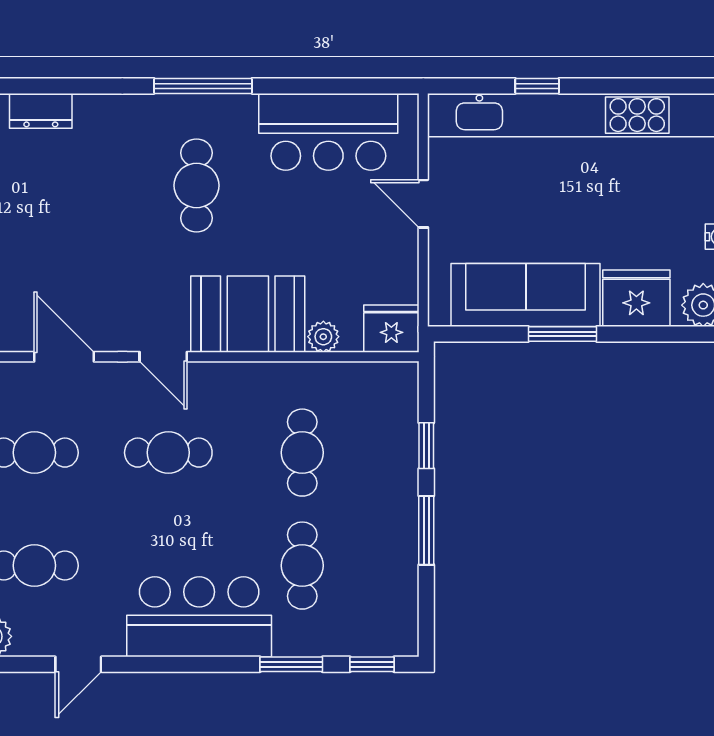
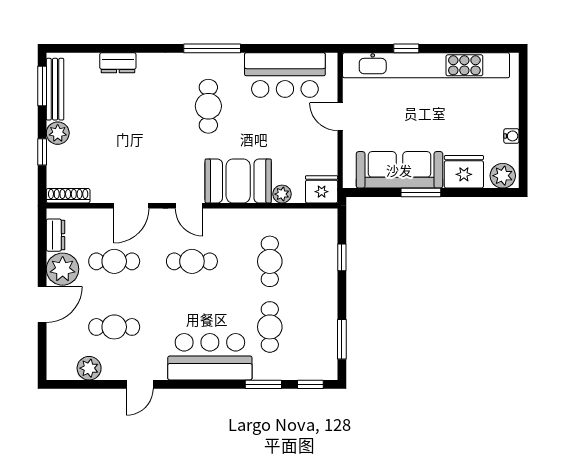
door: (64, 357) -> (131, 206), swing flipped
window: (426, 530) -> (342, 339), moved

